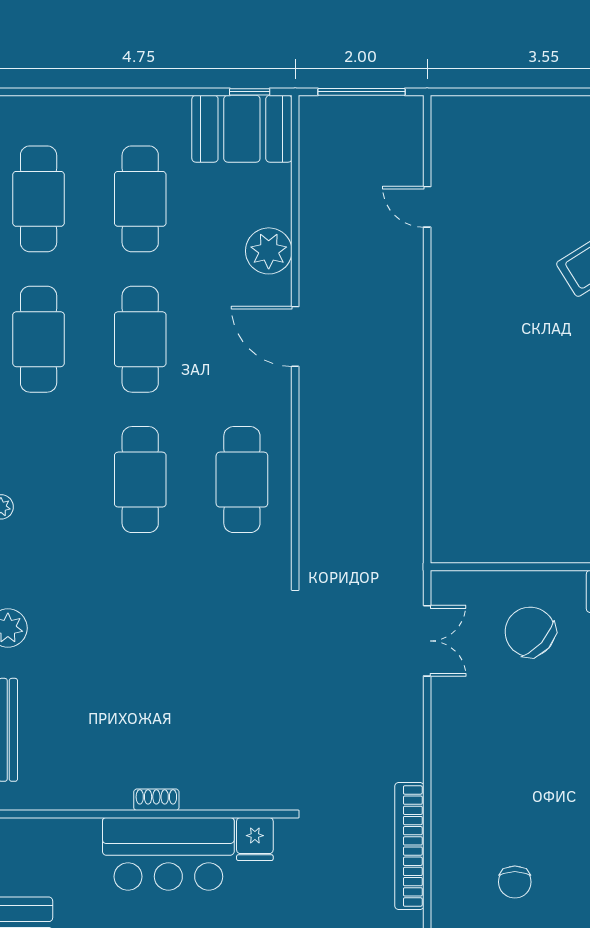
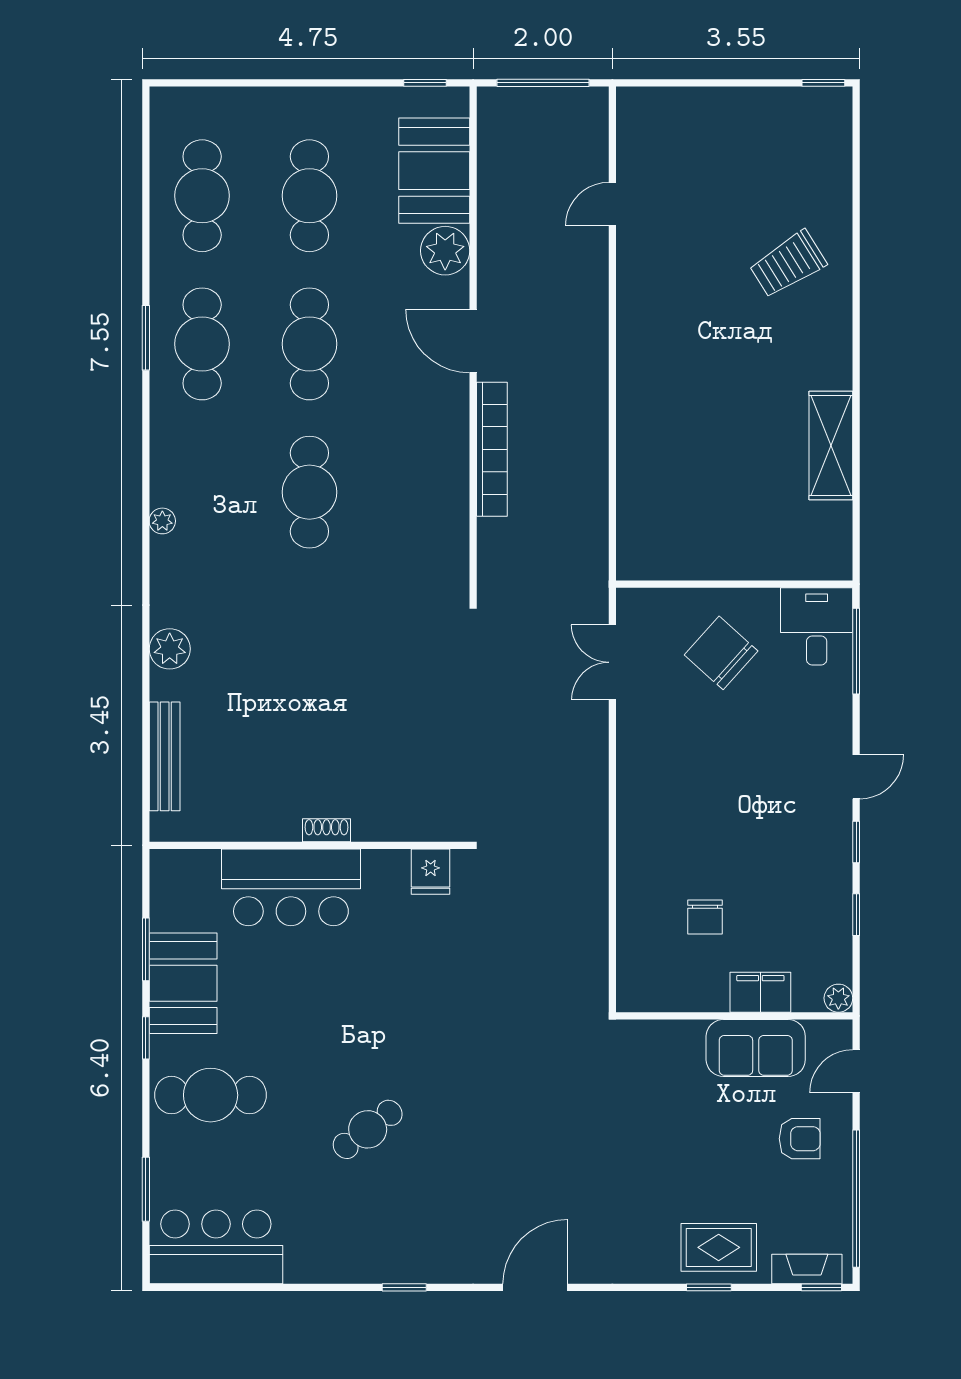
booth: (242, 129) -> (434, 171), moved, turned 90
door: (427, 207) -> (612, 204), hinge flipped
cafe table: (242, 480) -> (417, 492), removed
double door: (427, 641) -> (612, 662), swing flipped
bookcase: (409, 846) -> (492, 449), moved, turned 180
bar counter: (168, 854) -> (291, 887), moved

